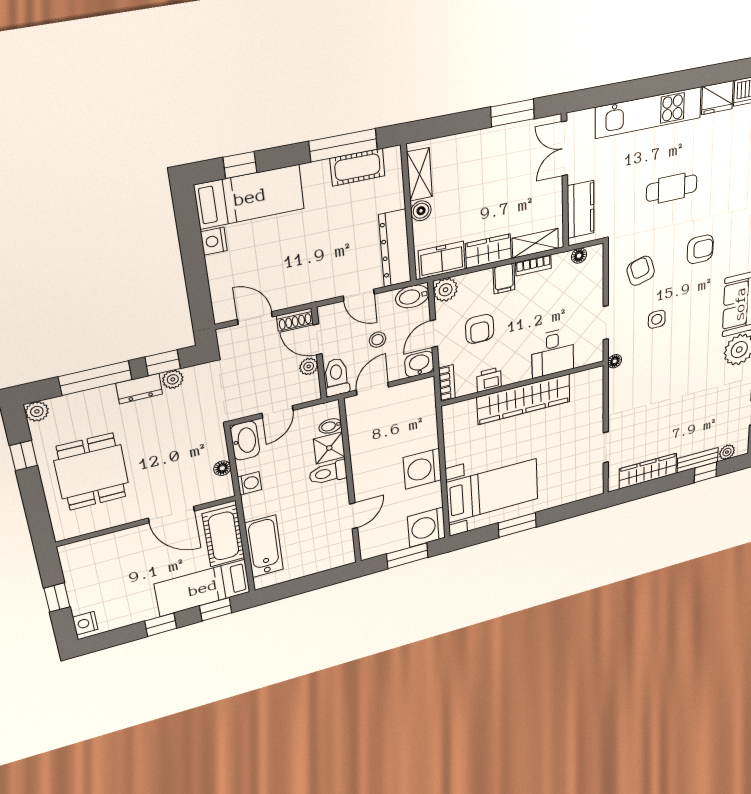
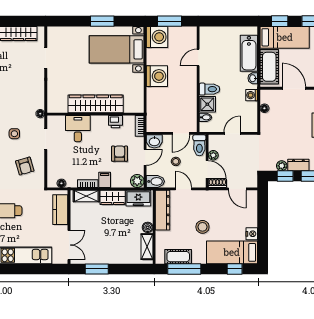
stool: (315, 234) -> (202, 227), added
washbasin: (245, 441) -> (253, 78), moved, width x0.52, depth x0.69

